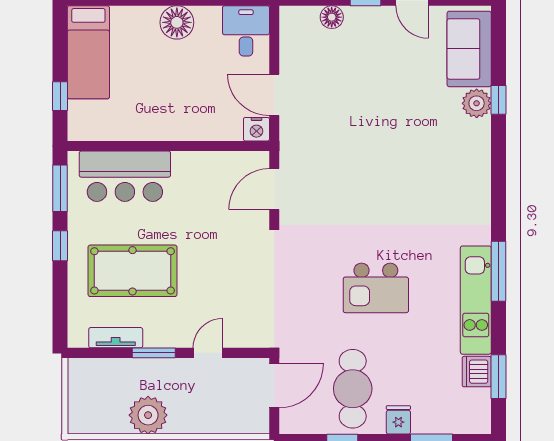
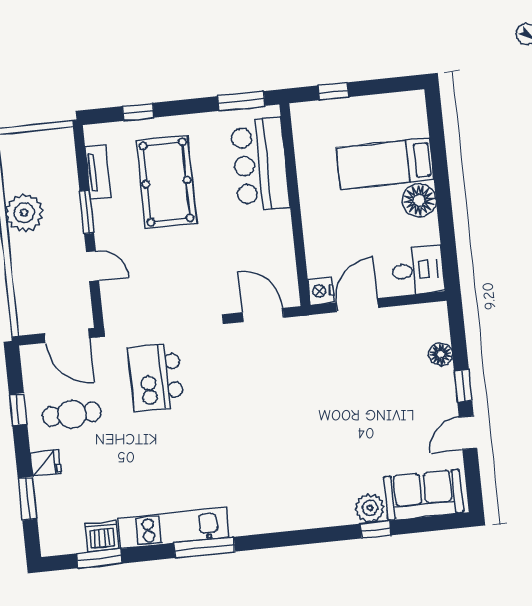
bed: (88, 52) -> (385, 164), moved
window: (60, 246) -> (138, 112), moved
kitchen island: (376, 288) -> (156, 377), moved
cafe table: (353, 389) -> (72, 414), width x0.73, depth x0.74

